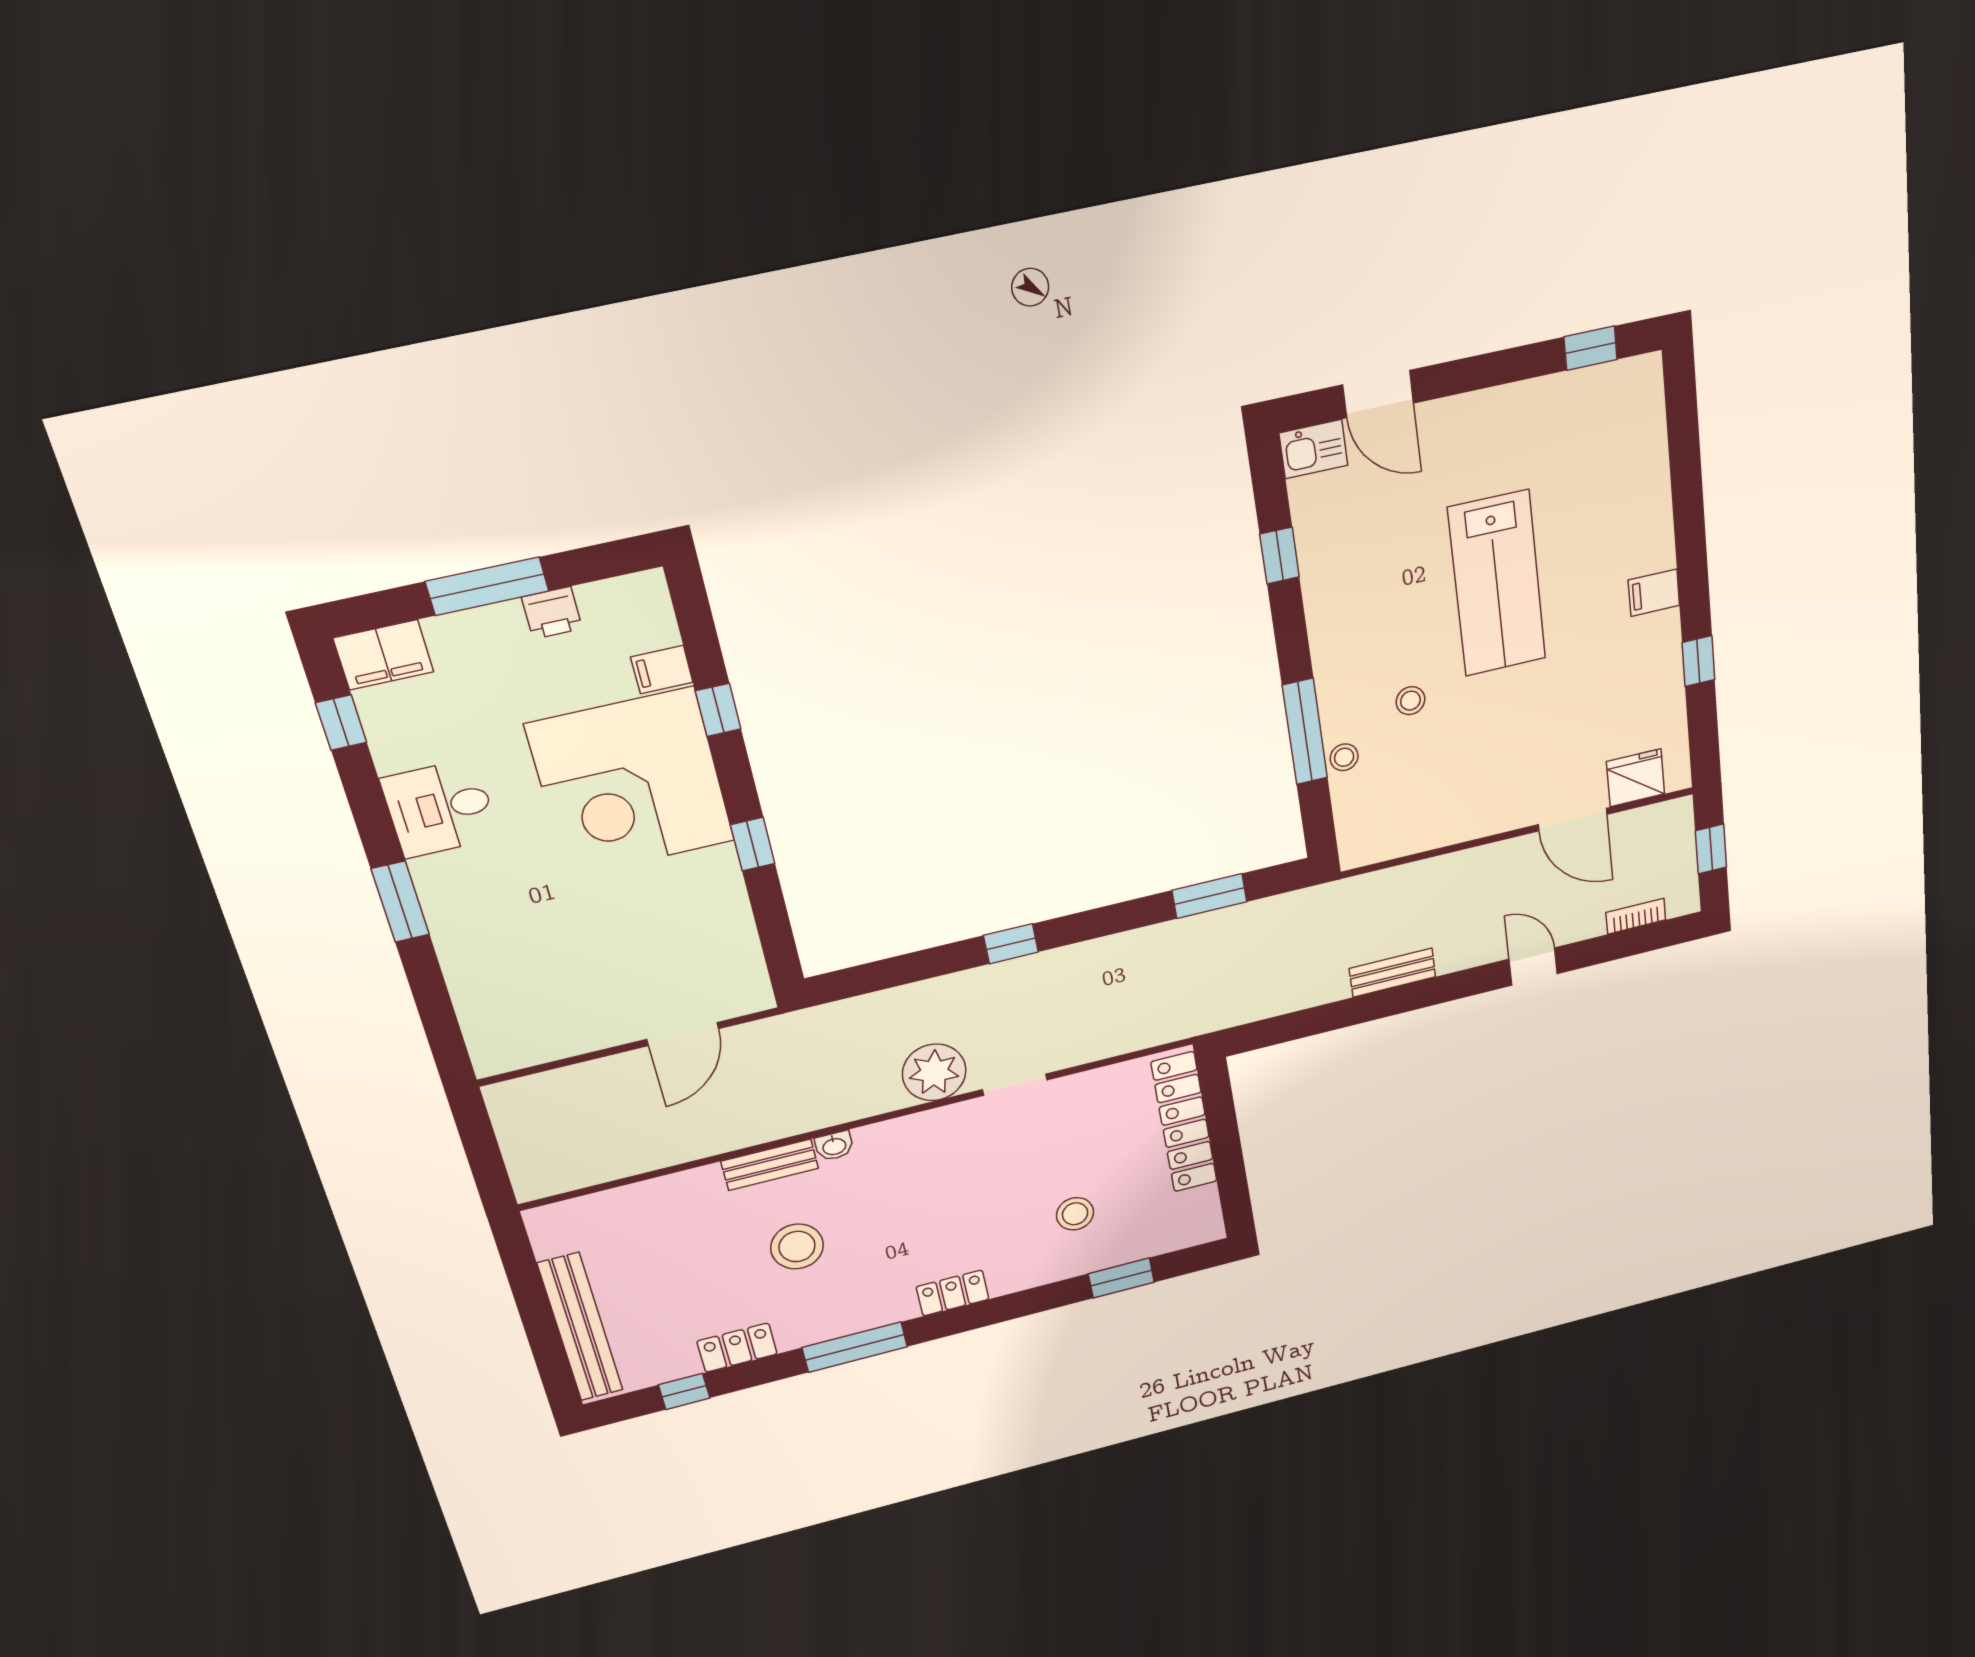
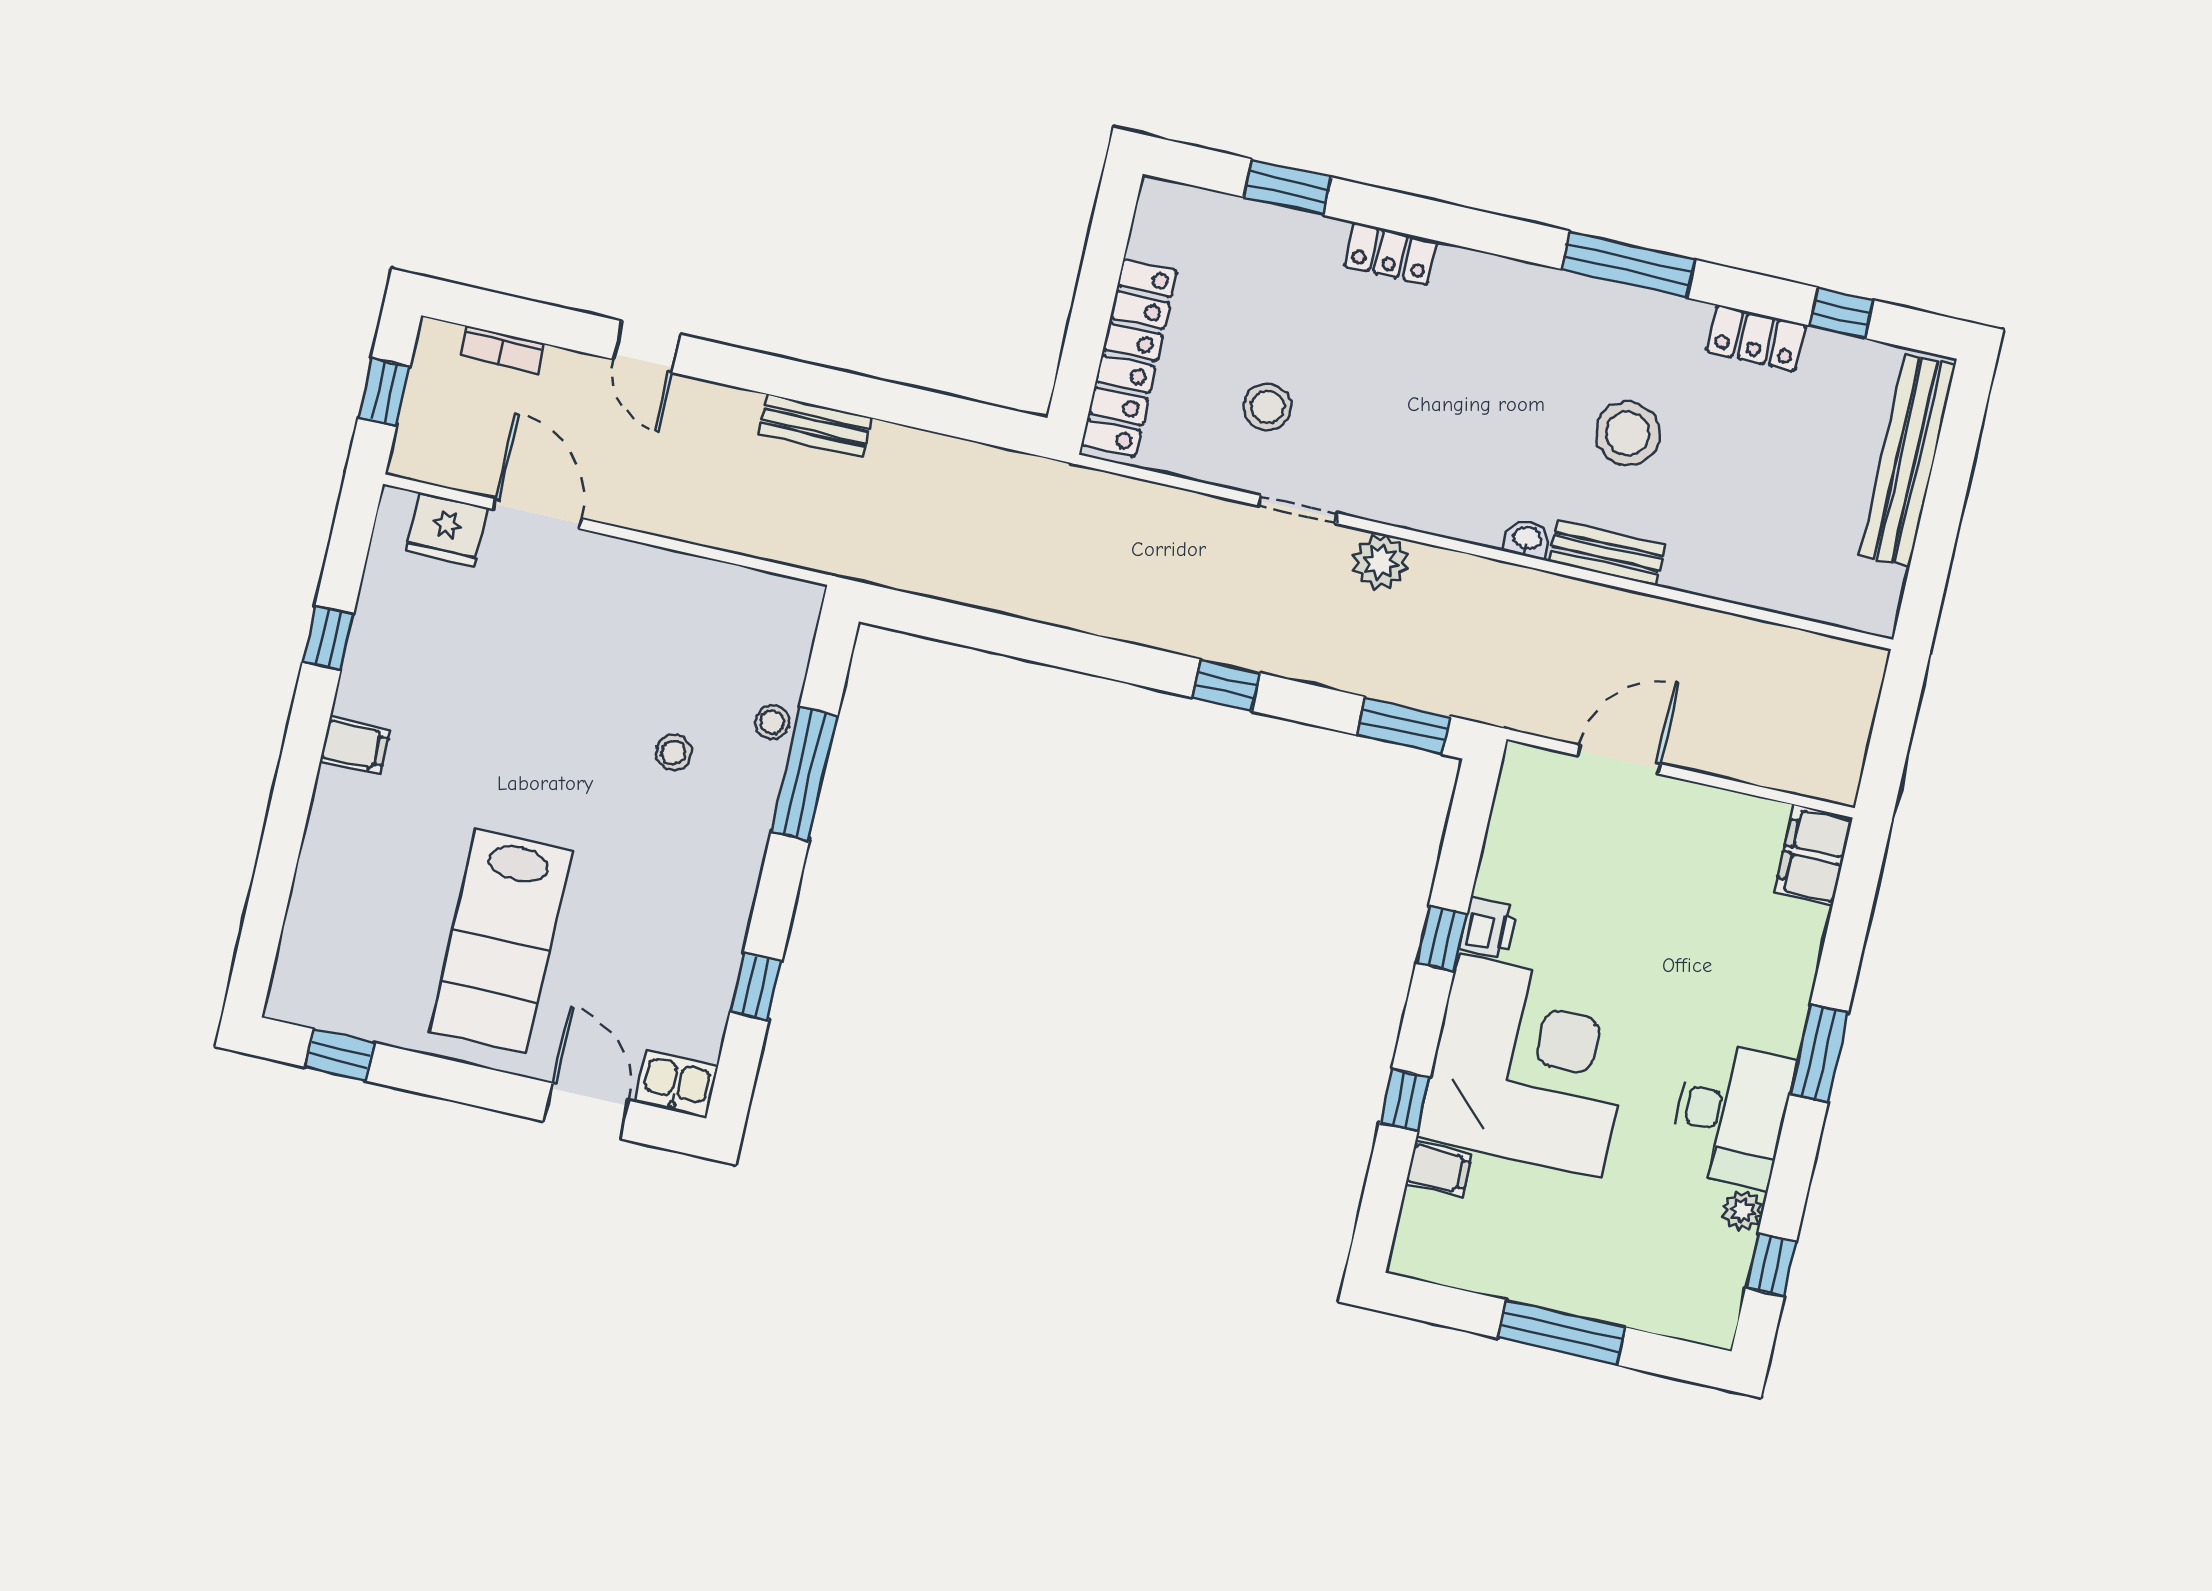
lab bench: (1497, 584) -> (501, 941), moved, turned 180
printer: (552, 613) -> (1488, 928), moved, turned 90
filing cabinet: (383, 655) -> (1814, 855), moved, turned -90
plant: (391, 754) -> (1743, 1211), added
desk: (440, 808) -> (1731, 1114), width x1.37
window: (1209, 896) -> (1404, 725), moved
plant: (934, 1072) -> (1380, 562), width x0.73, depth x0.73
stool: (1075, 1214) -> (1267, 407), moved
locker: (953, 1293) -> (1391, 254), moved

